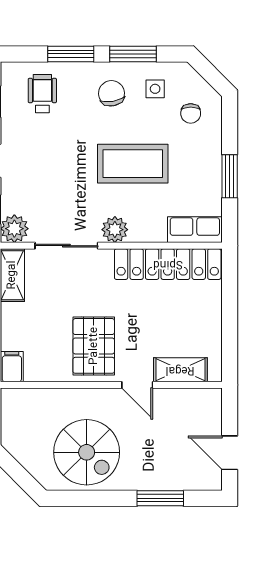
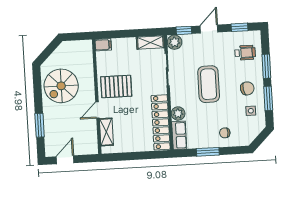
chair: (191, 113) -> (225, 133), moved
coffee table: (133, 164) -> (209, 84), moved
plant: (115, 230) -> (178, 114), moved

